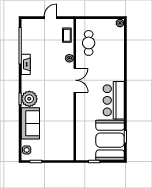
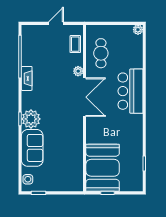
double door: (75, 80) -> (85, 97), width x1.37
bar counter: (114, 100) -> (130, 91), moved
booth: (110, 140) -> (103, 168), moved

